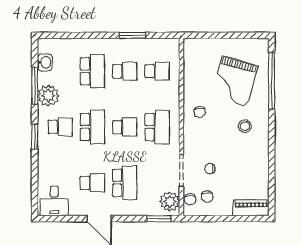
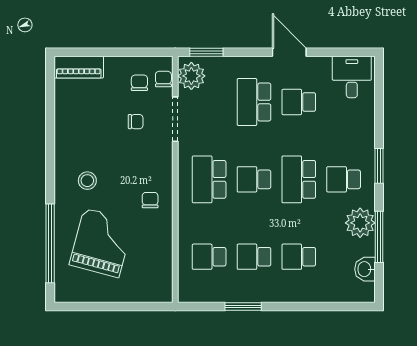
school desk: (92, 71) -> (299, 257), width x0.54

